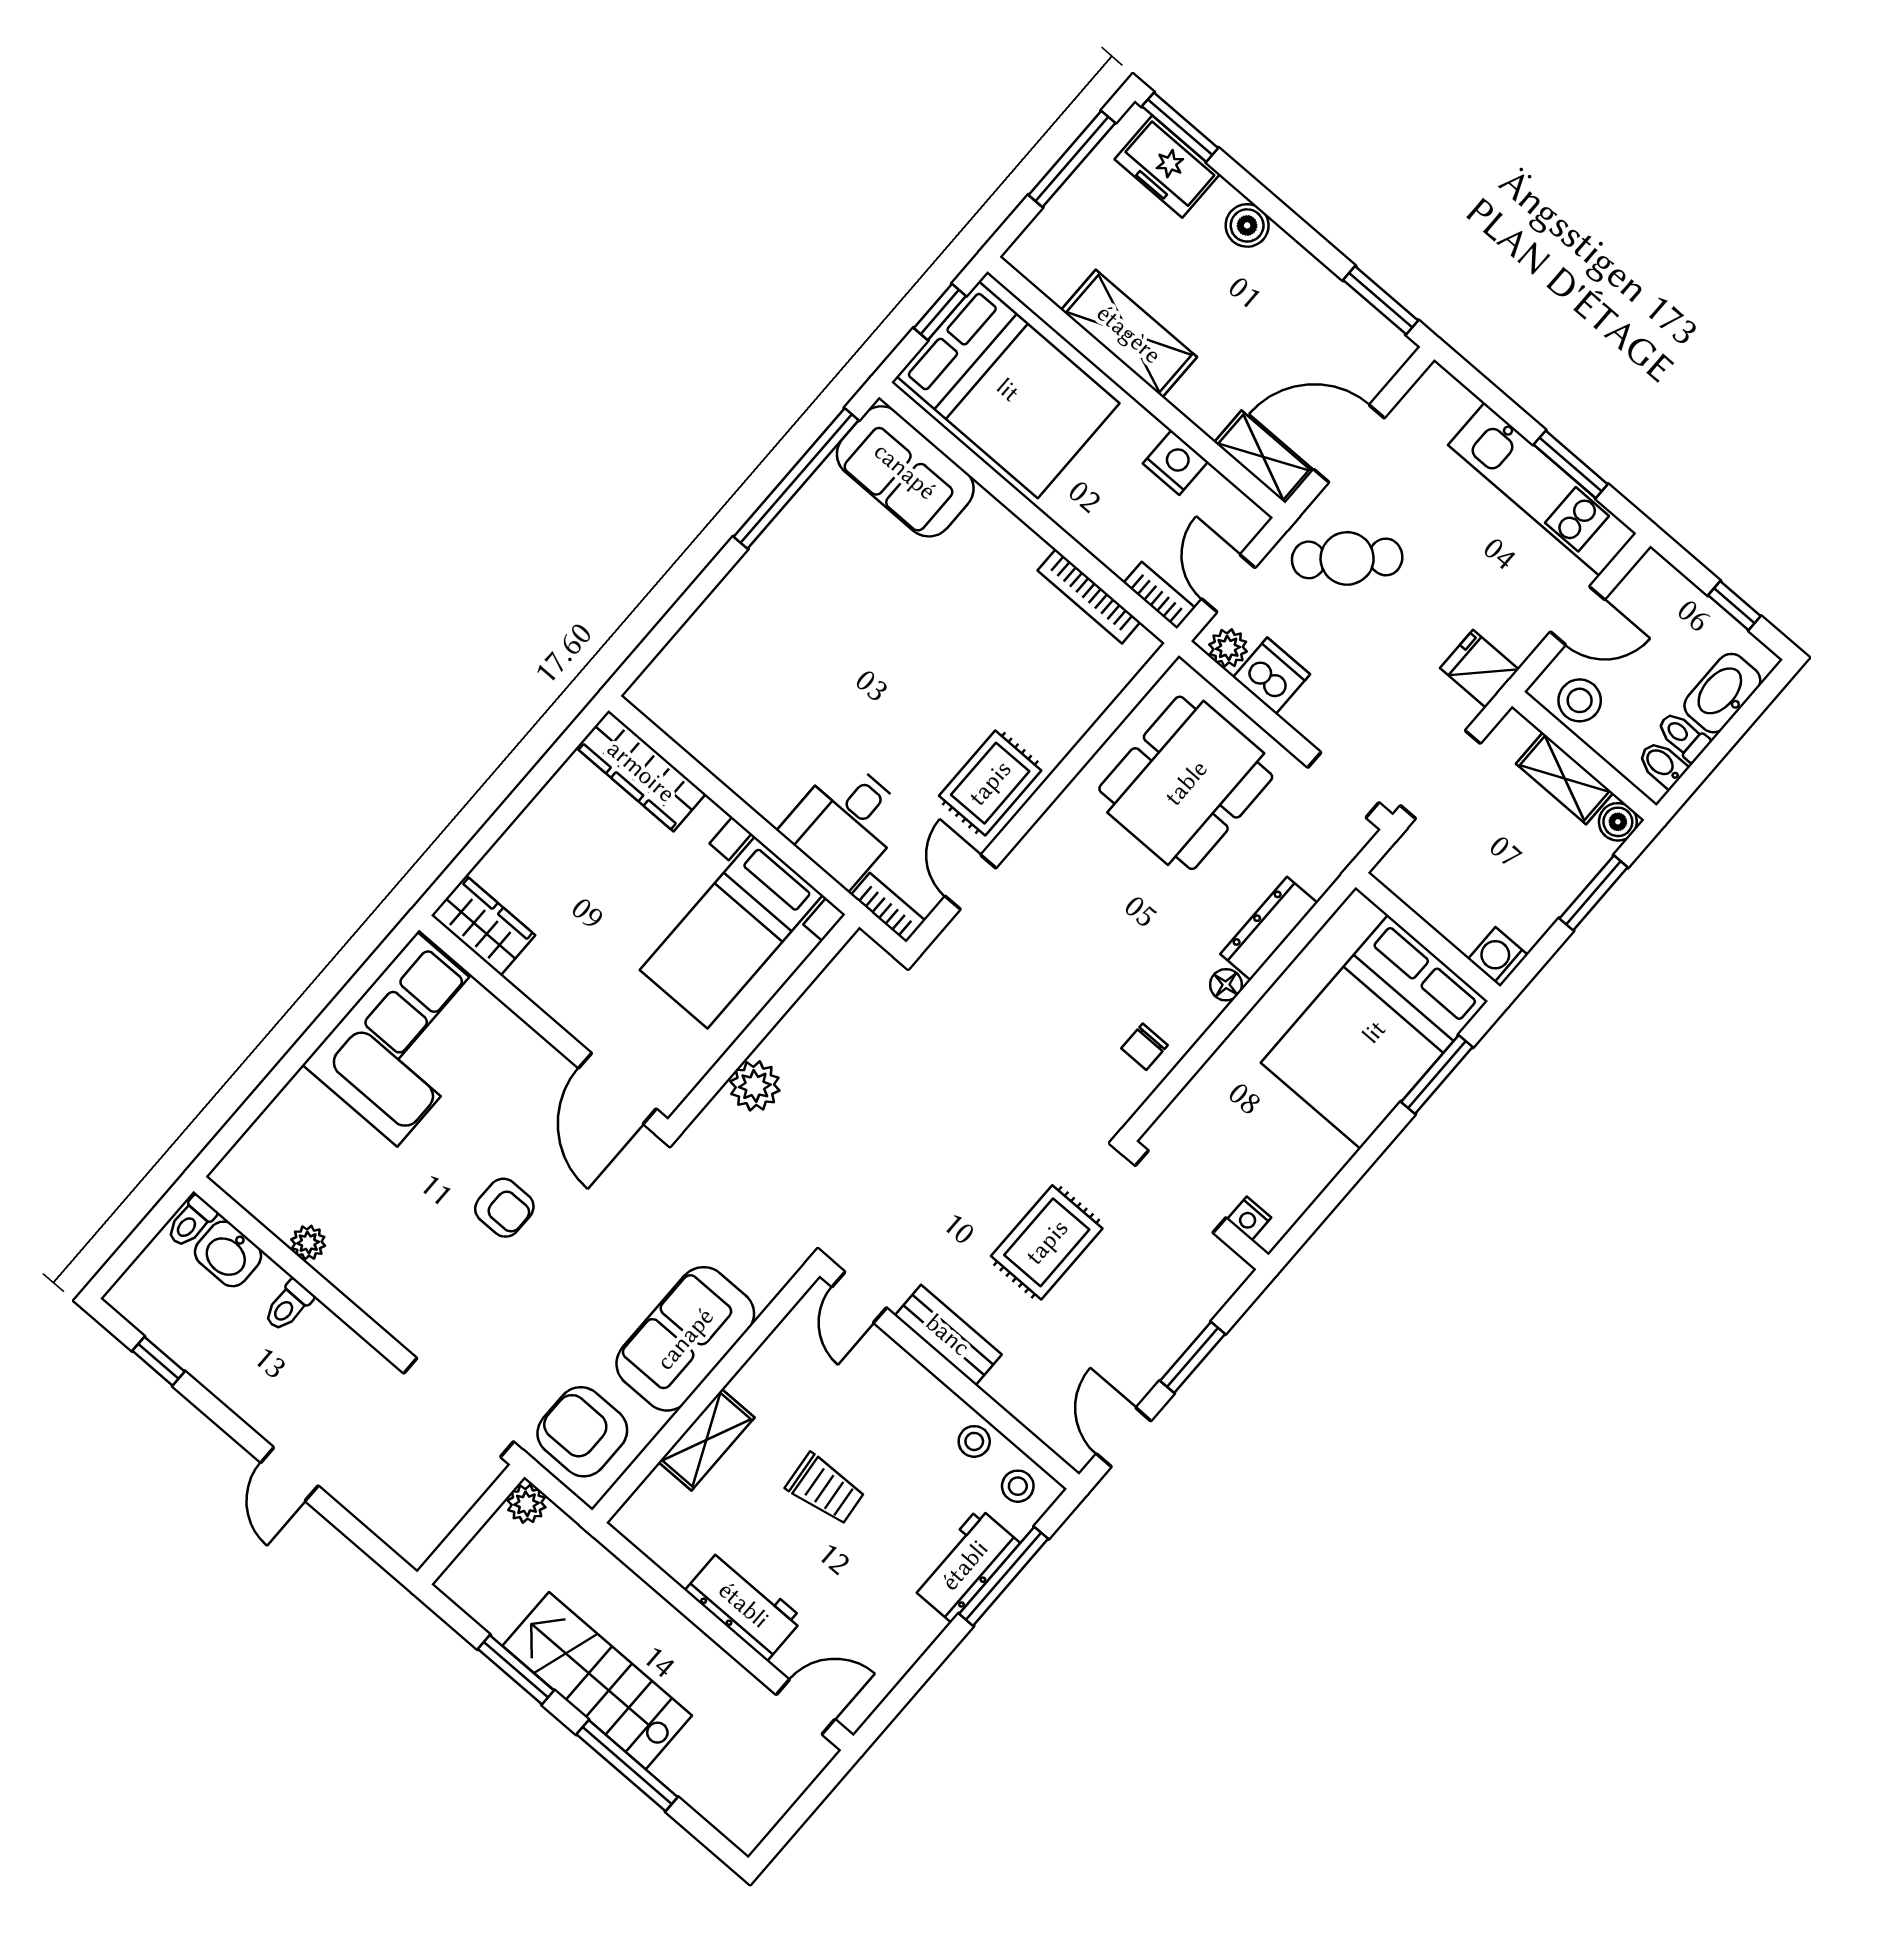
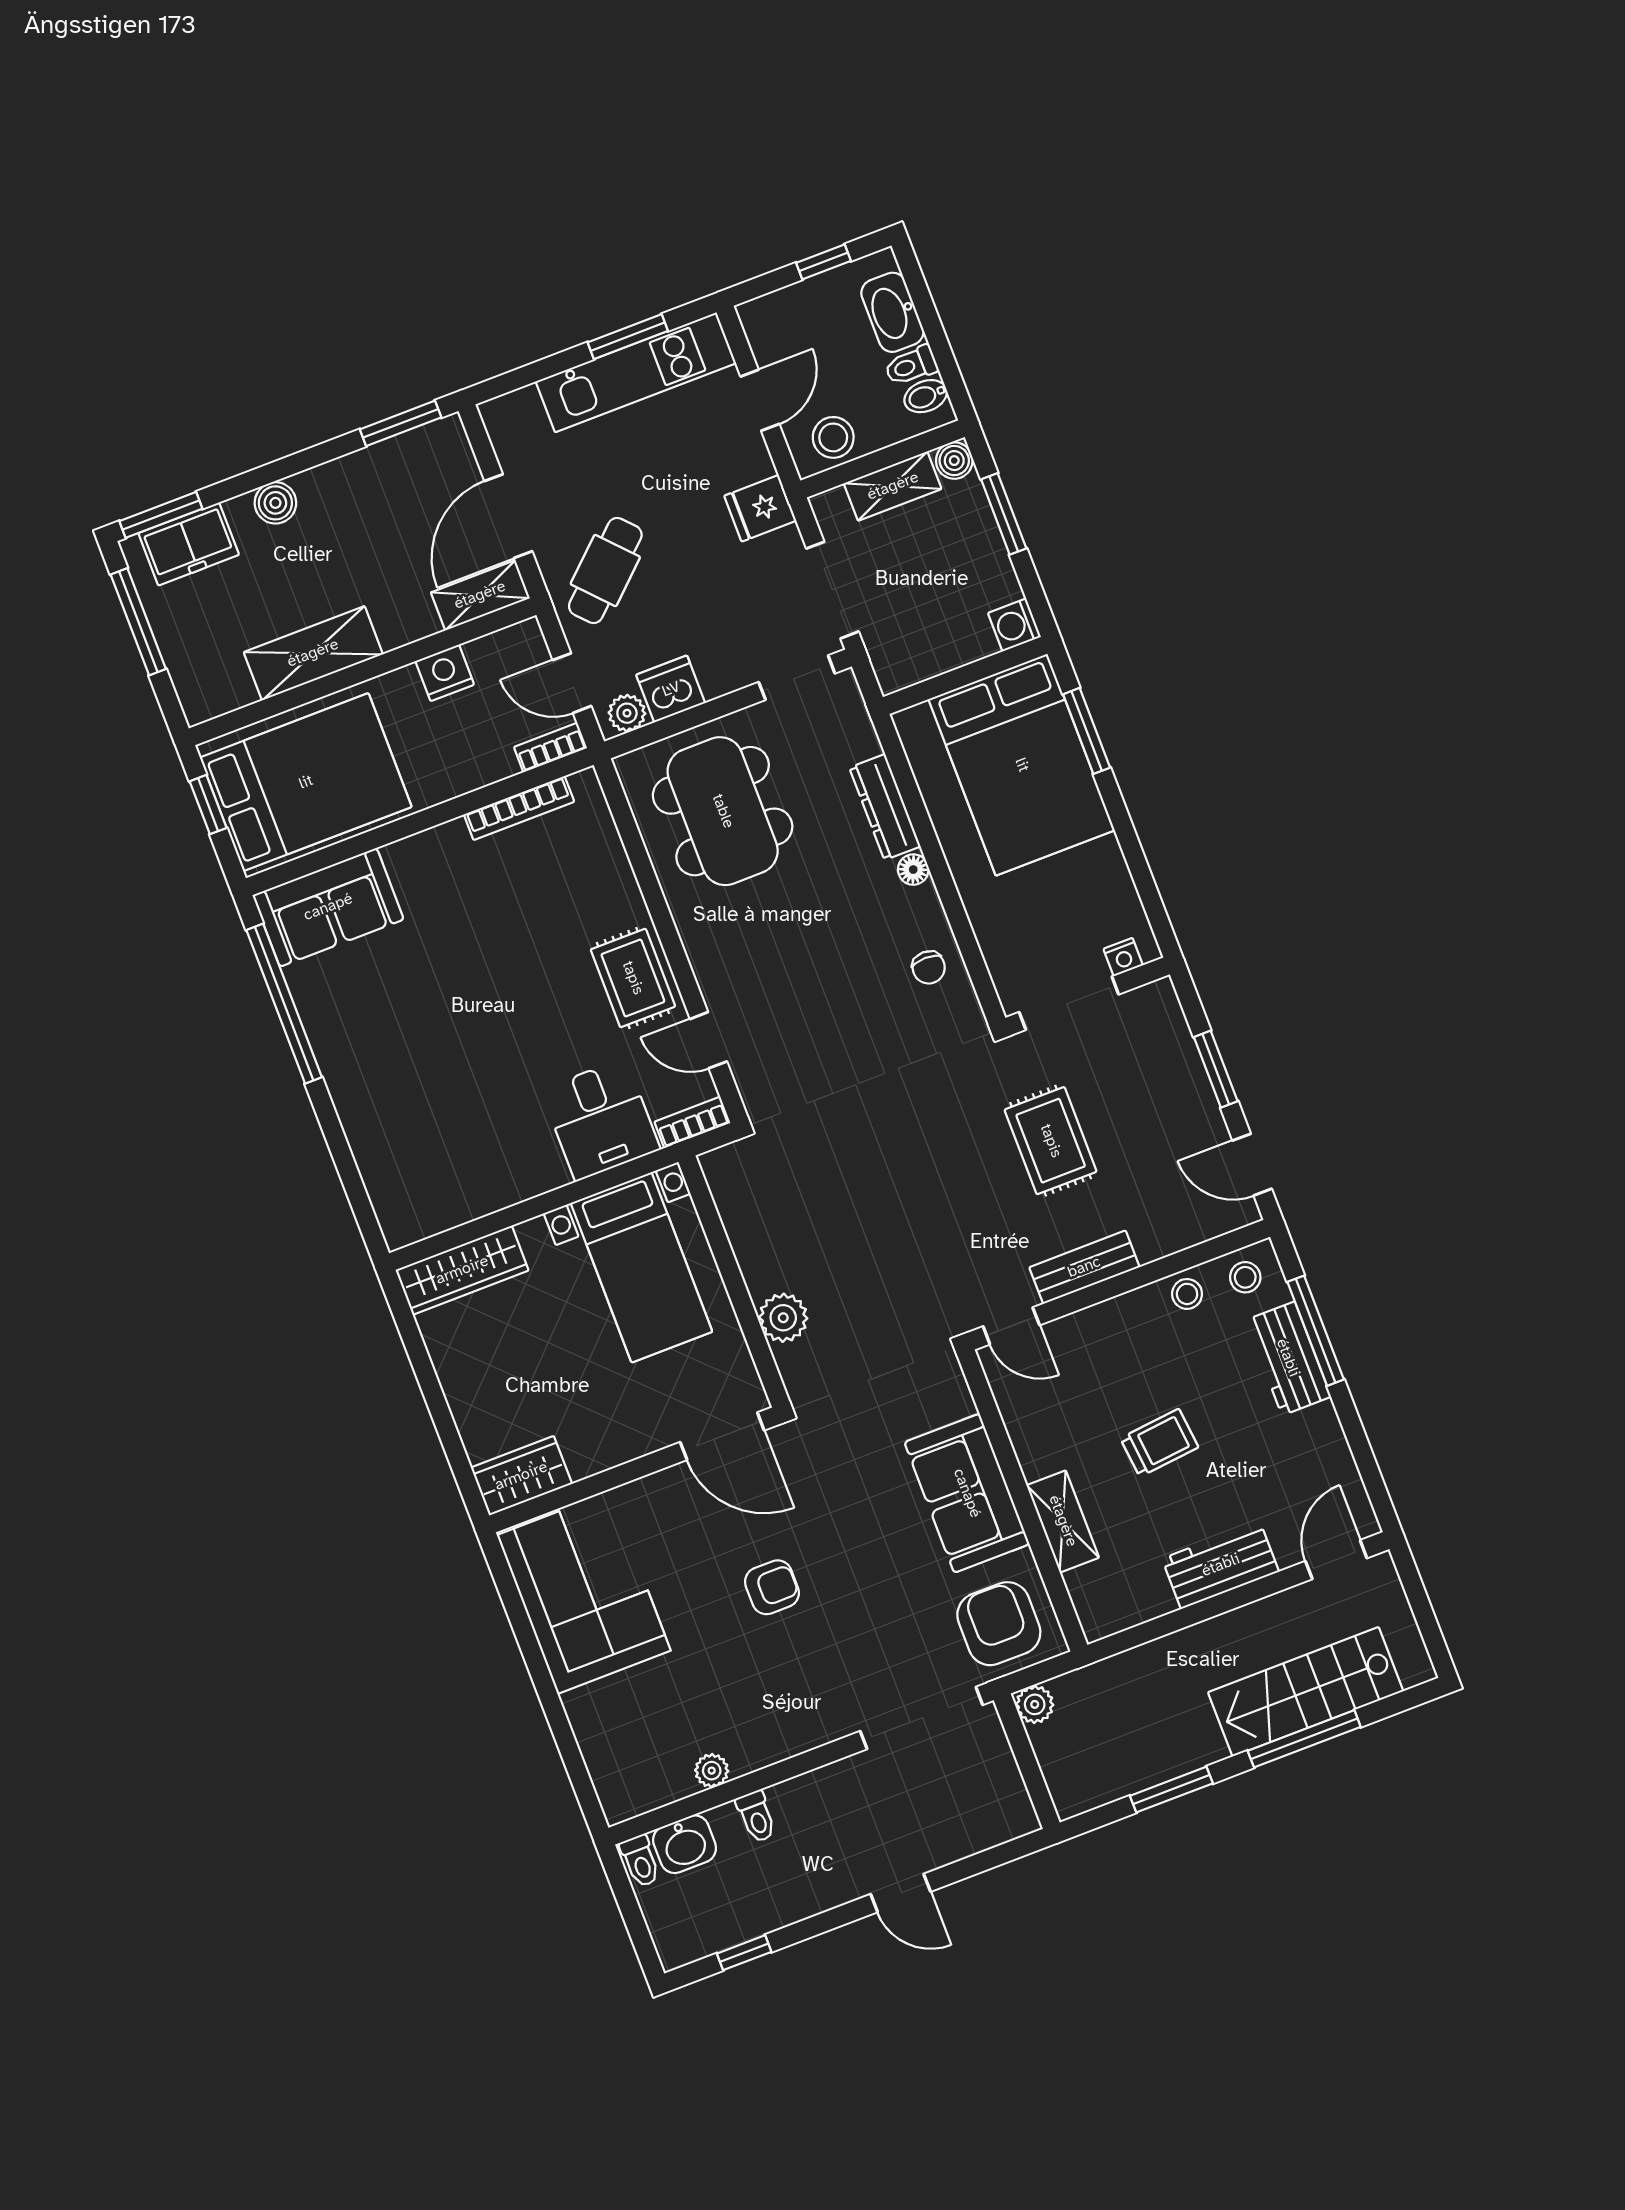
armchair: (582, 1432) -> (999, 1624), turned 90
stairs: (597, 1681) -> (1306, 1692), moved

